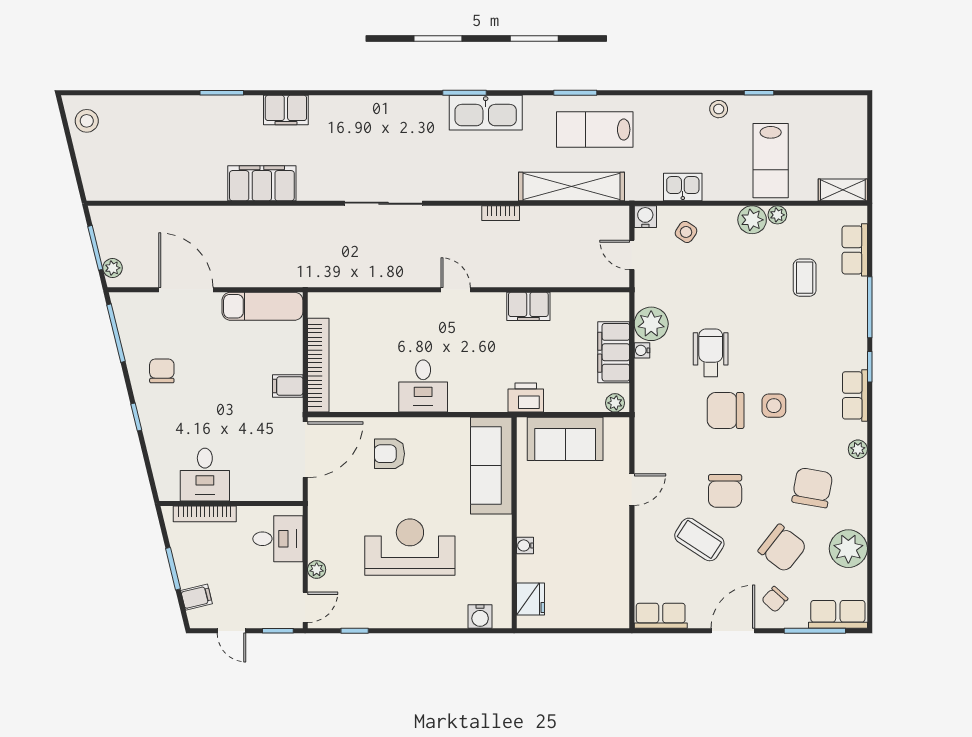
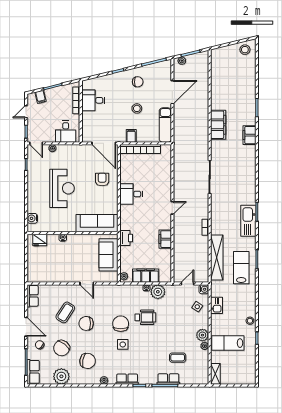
row of seats: (855, 250) -> (168, 379), moved
stool: (224, 373) -> (137, 108), added

